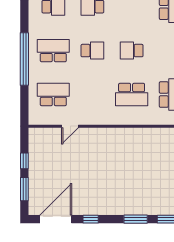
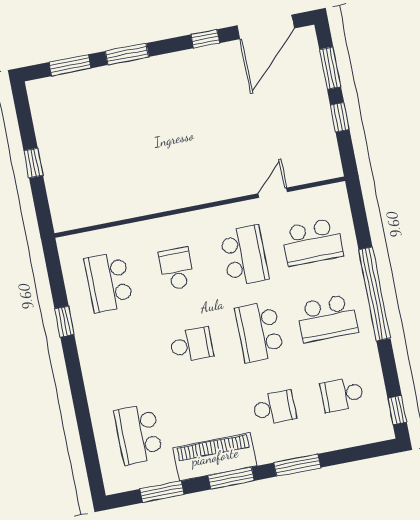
school desk: (92, 51) -> (259, 332), width x1.85
school desk: (92, 95) -> (244, 255), added
school desk: (132, 95) -> (177, 269), width x0.54

